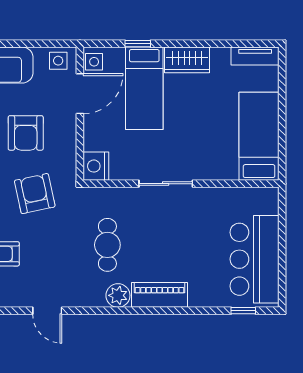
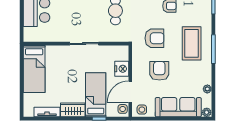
tv unit: (255, 56) -> (47, 112), moved
nightstand: (96, 166) -> (122, 69), moved
armchair: (35, 194) -> (154, 38), turned -78

